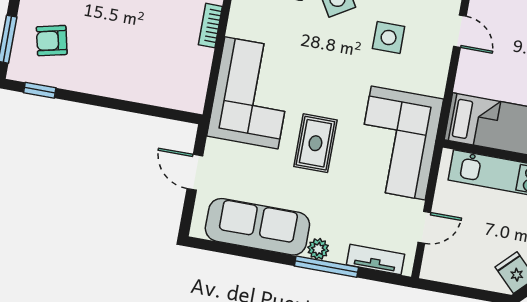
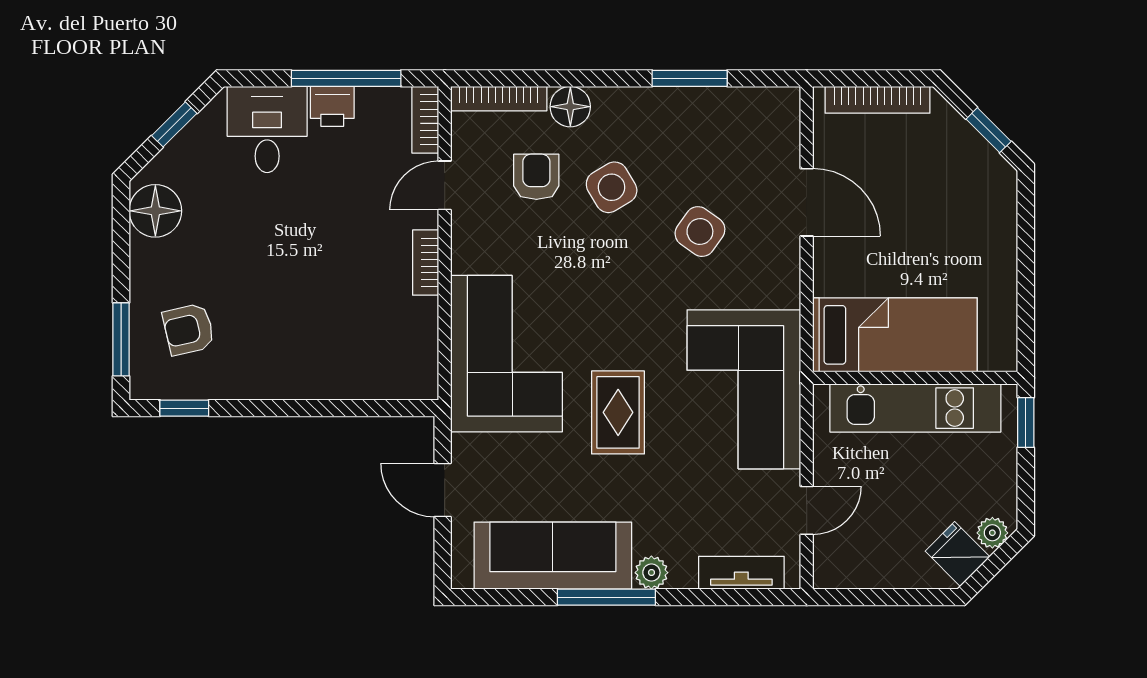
door: (460, 31) -> (807, 202), width x1.38
side table: (389, 37) -> (700, 232), turned 35
window: (326, 267) -> (606, 597), moved

